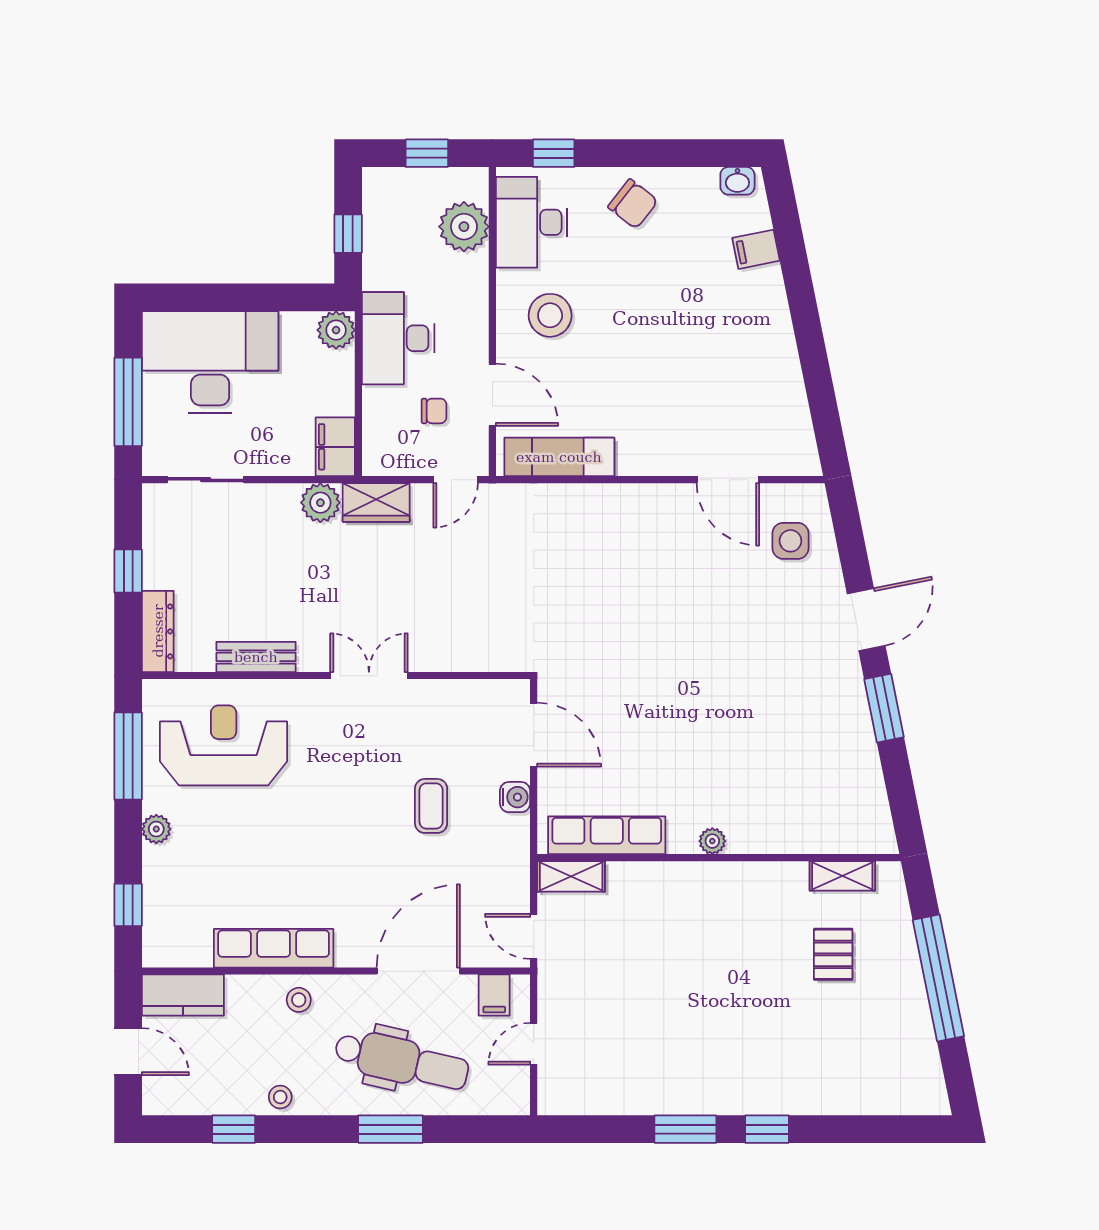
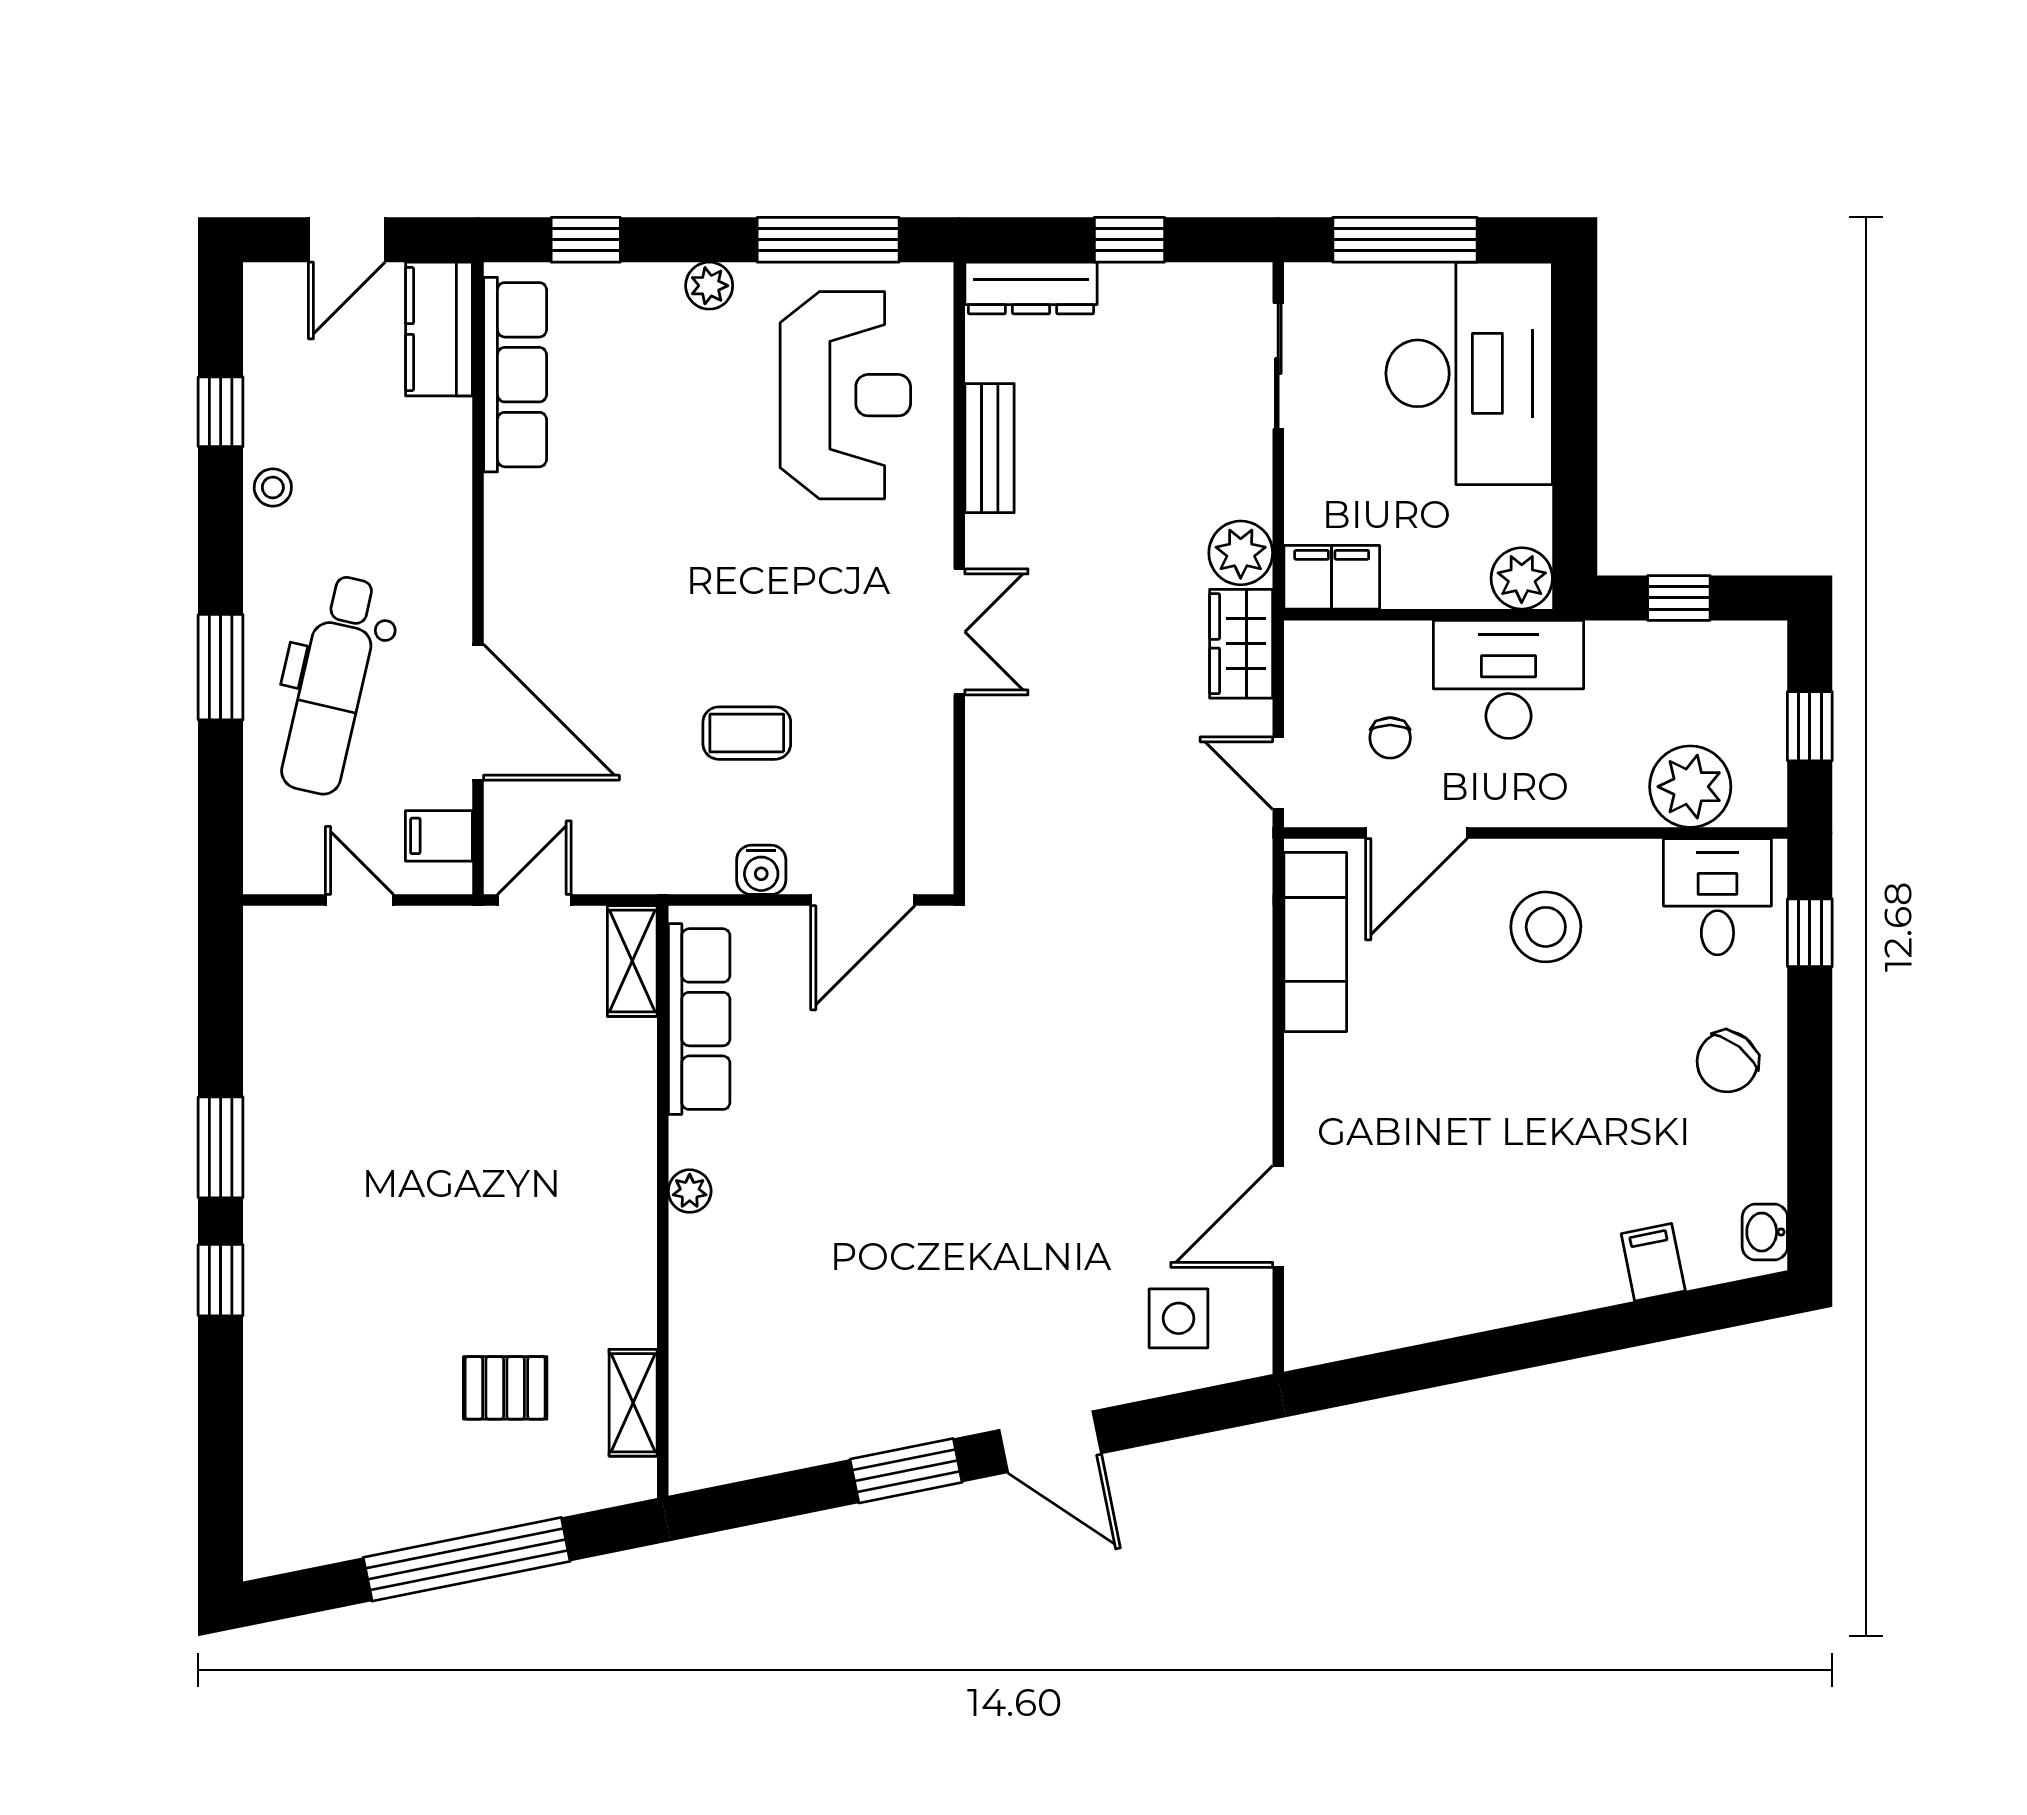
desk: (532, 222) -> (1717, 897), width x0.73
row of seats: (274, 948) -> (515, 375), moved
stool: (299, 1000) -> (431, 518), removed

